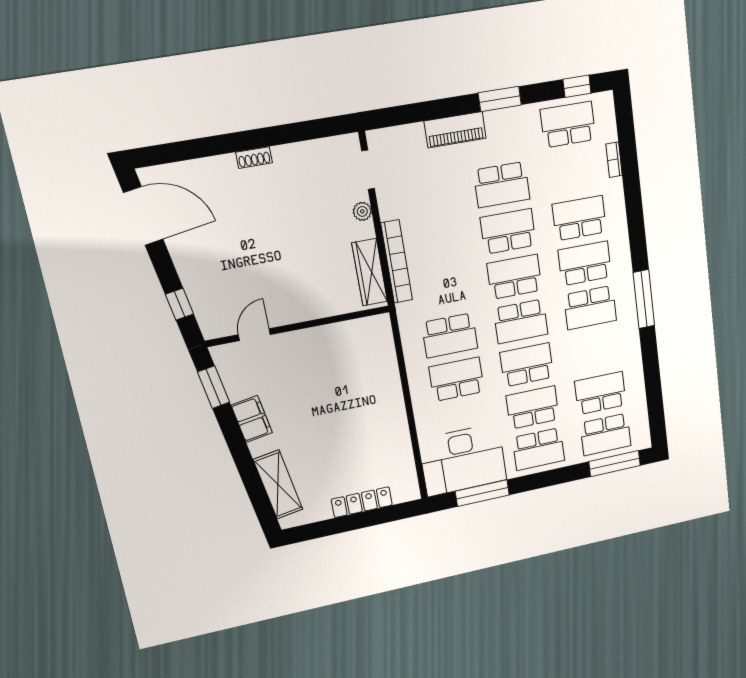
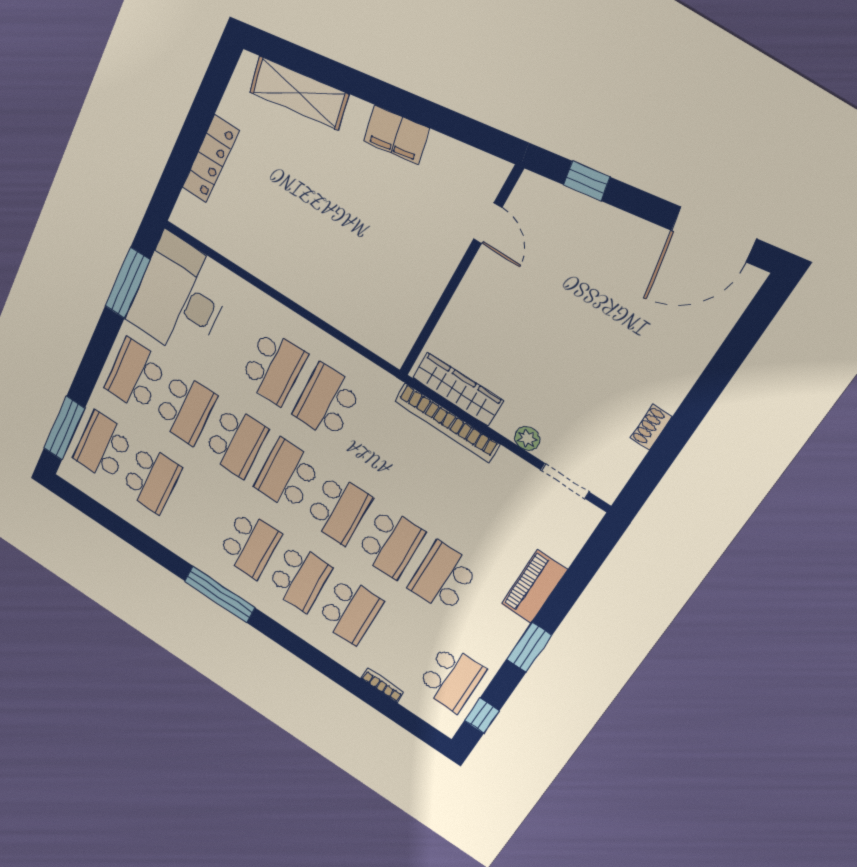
shoe rack: (254, 158) -> (651, 427), moved
school desk: (590, 308) -> (250, 544), turned 180
window: (214, 387) -> (465, 129), removed

